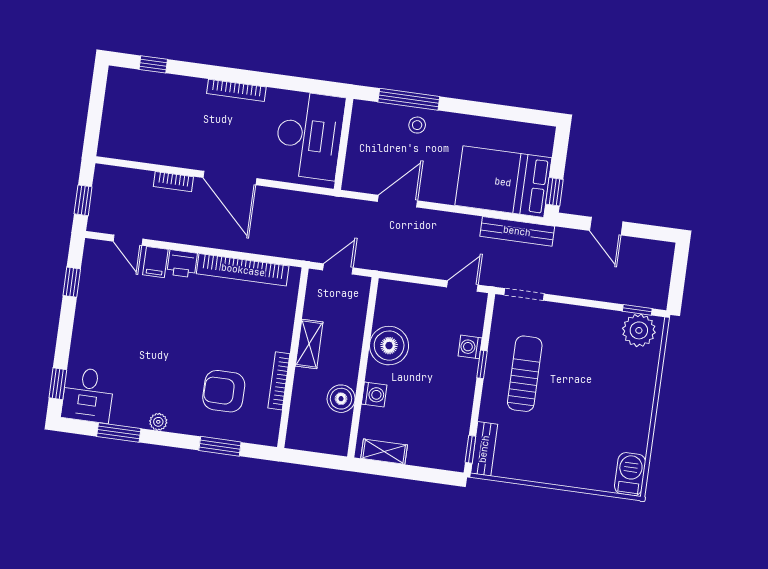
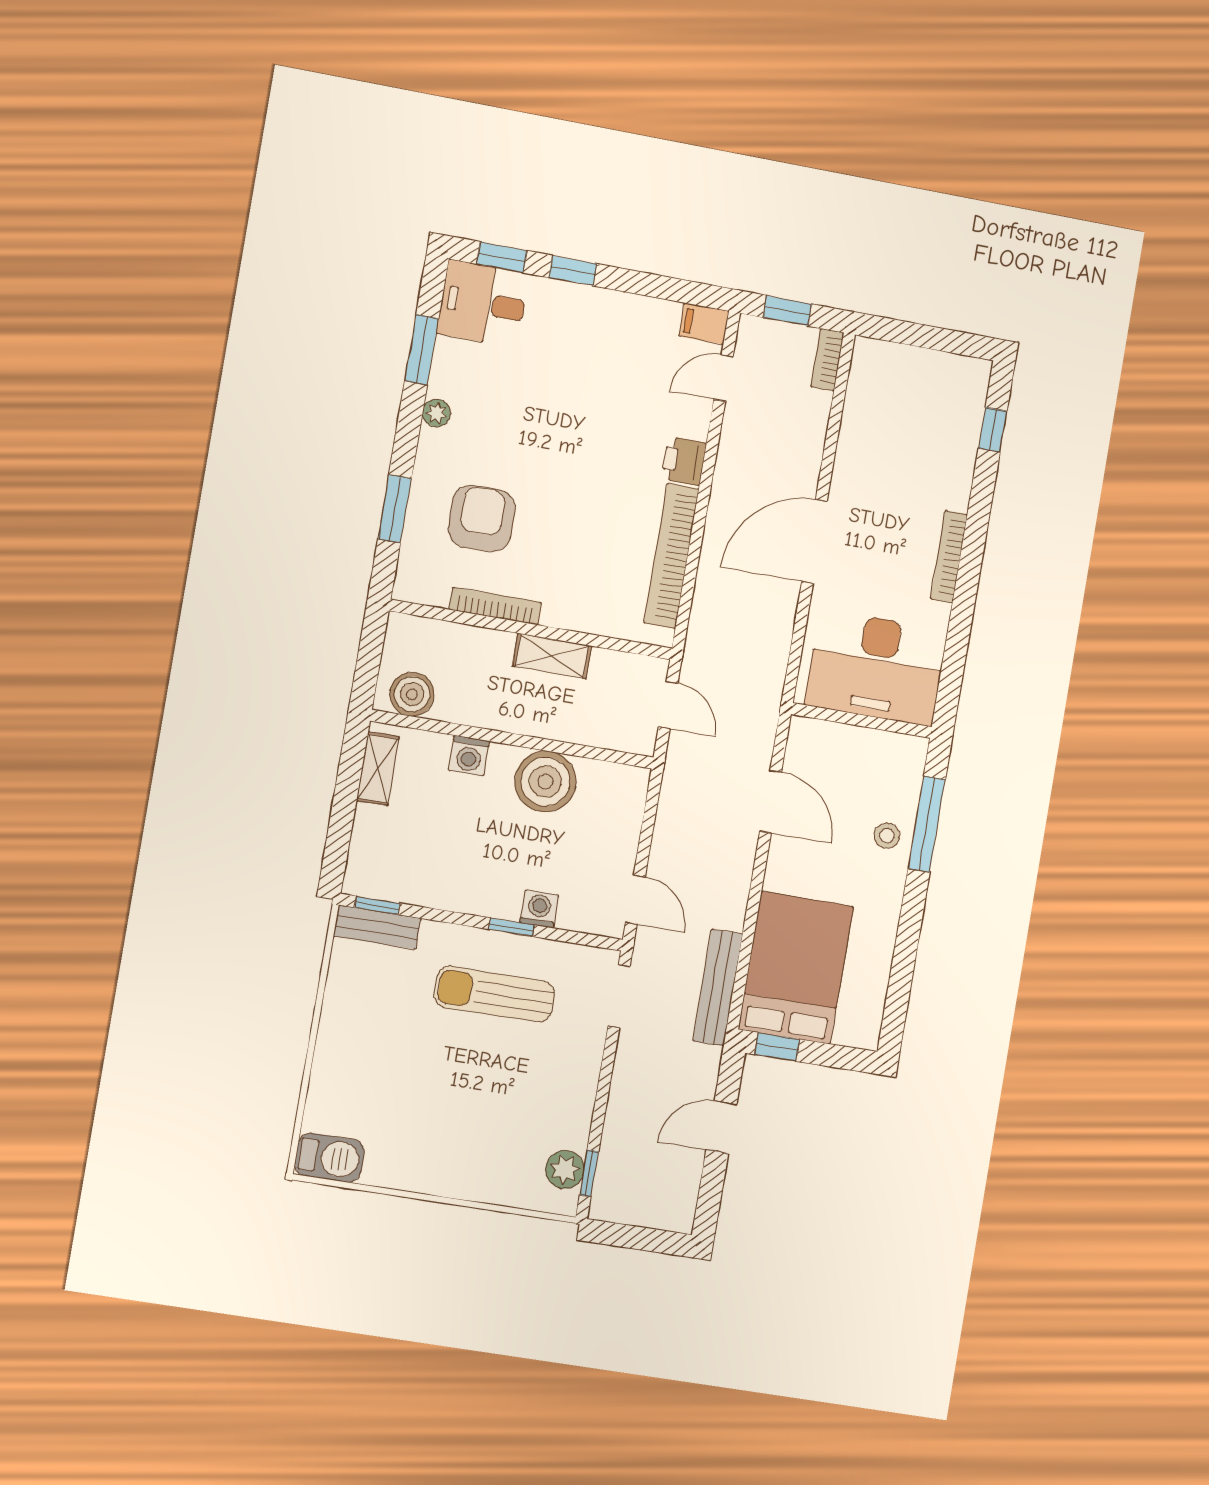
bookcase: (173, 182) -> (827, 360), moved
filing cabinet: (155, 262) -> (704, 324), moved
window: (72, 282) -> (573, 271), moved
plant: (639, 330) -> (565, 1170), width x0.73, depth x0.73
sun lounger: (525, 374) -> (494, 994), turned 180
boiler: (341, 399) -> (412, 694), moved

